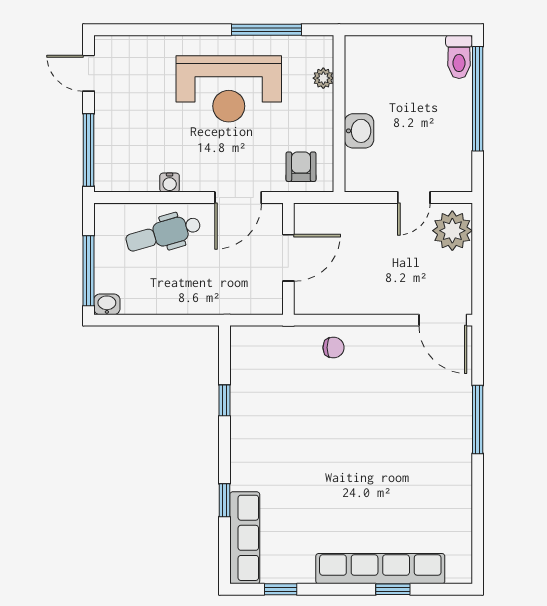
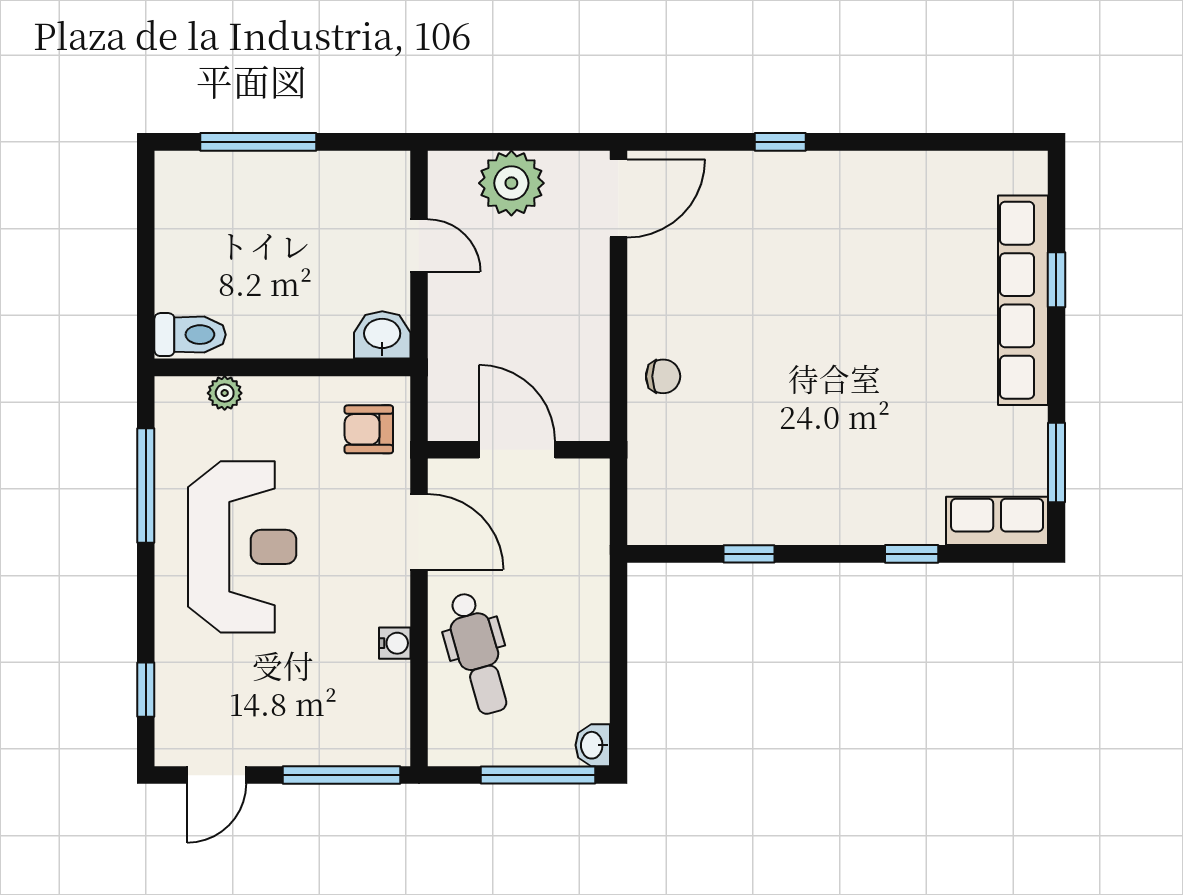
window: (141, 30) -> (146, 690), added
toilet: (459, 57) -> (190, 335), moved
window: (478, 99) -> (258, 142), width x0.68
washbasin: (359, 131) -> (382, 335), moved
plant: (452, 231) -> (511, 183), moved
chair: (334, 348) -> (663, 376), turned 90
window: (478, 419) -> (780, 142), width x0.46
row of seats: (245, 538) -> (997, 521), width x0.68
window: (281, 589) -> (1056, 463), width x1.50

